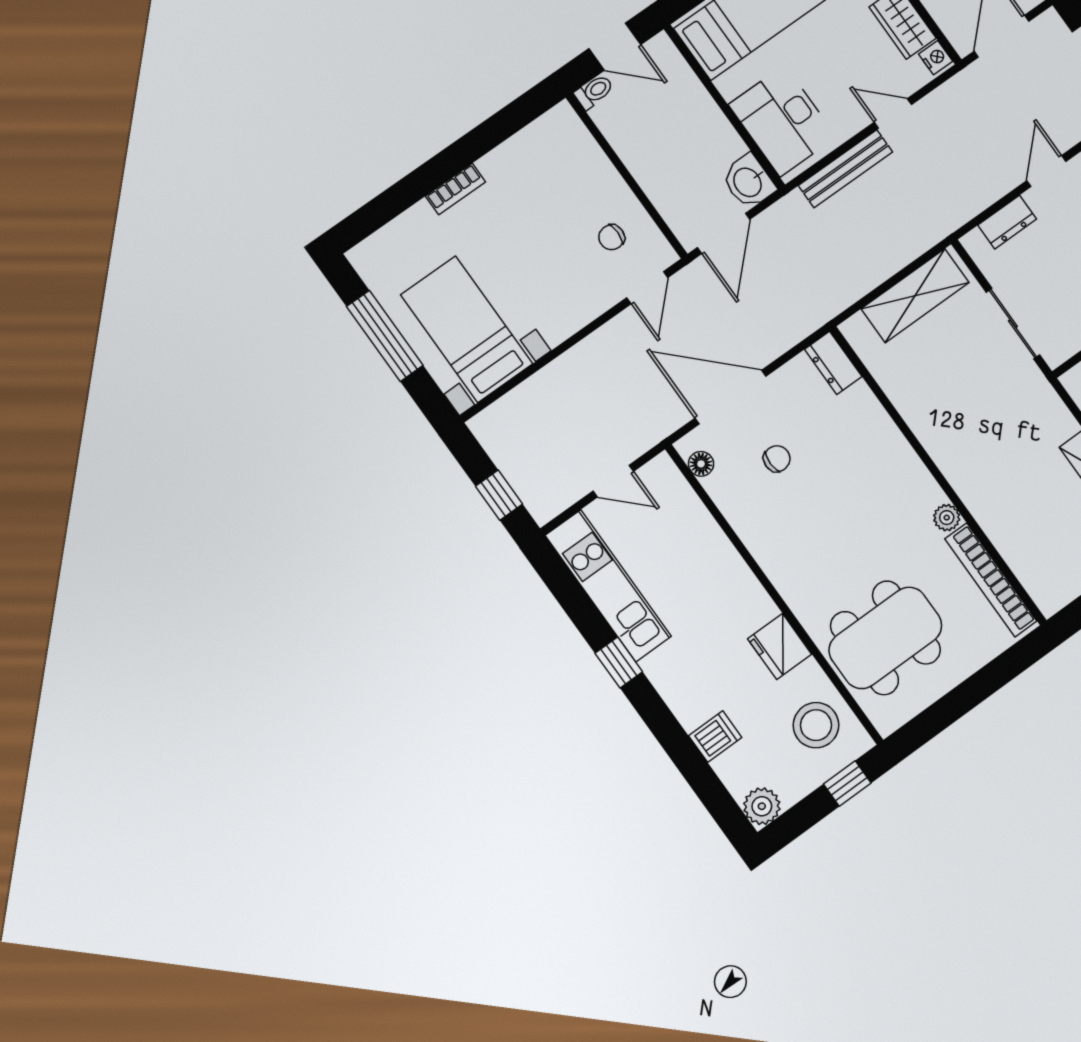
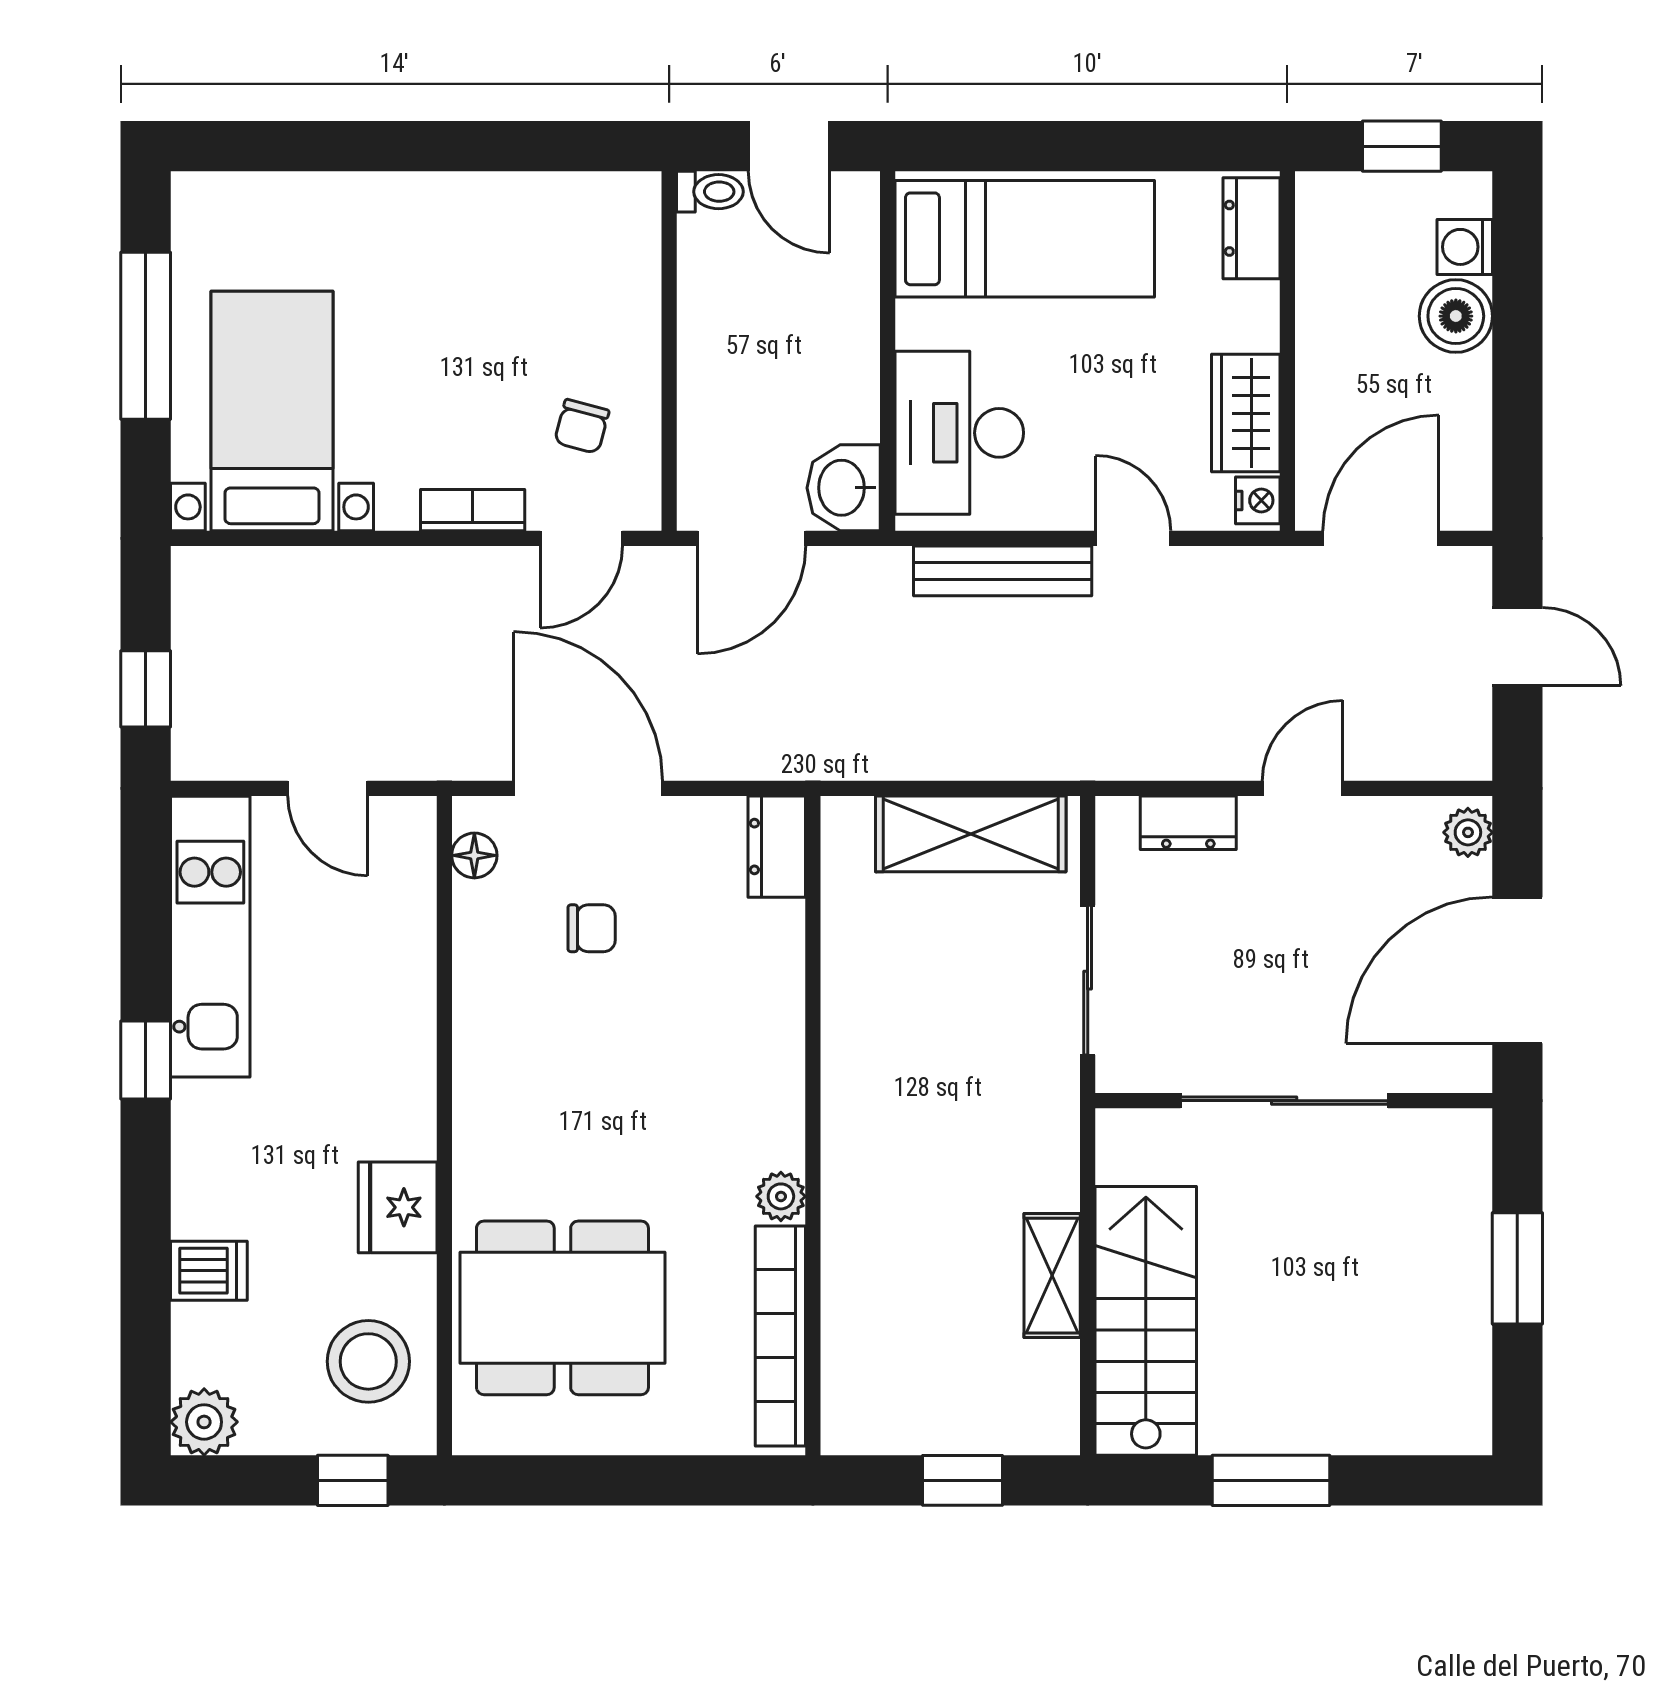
bookcase: (455, 189) -> (473, 510), moved, turned 180
chair: (612, 237) -> (582, 426), turned -75

